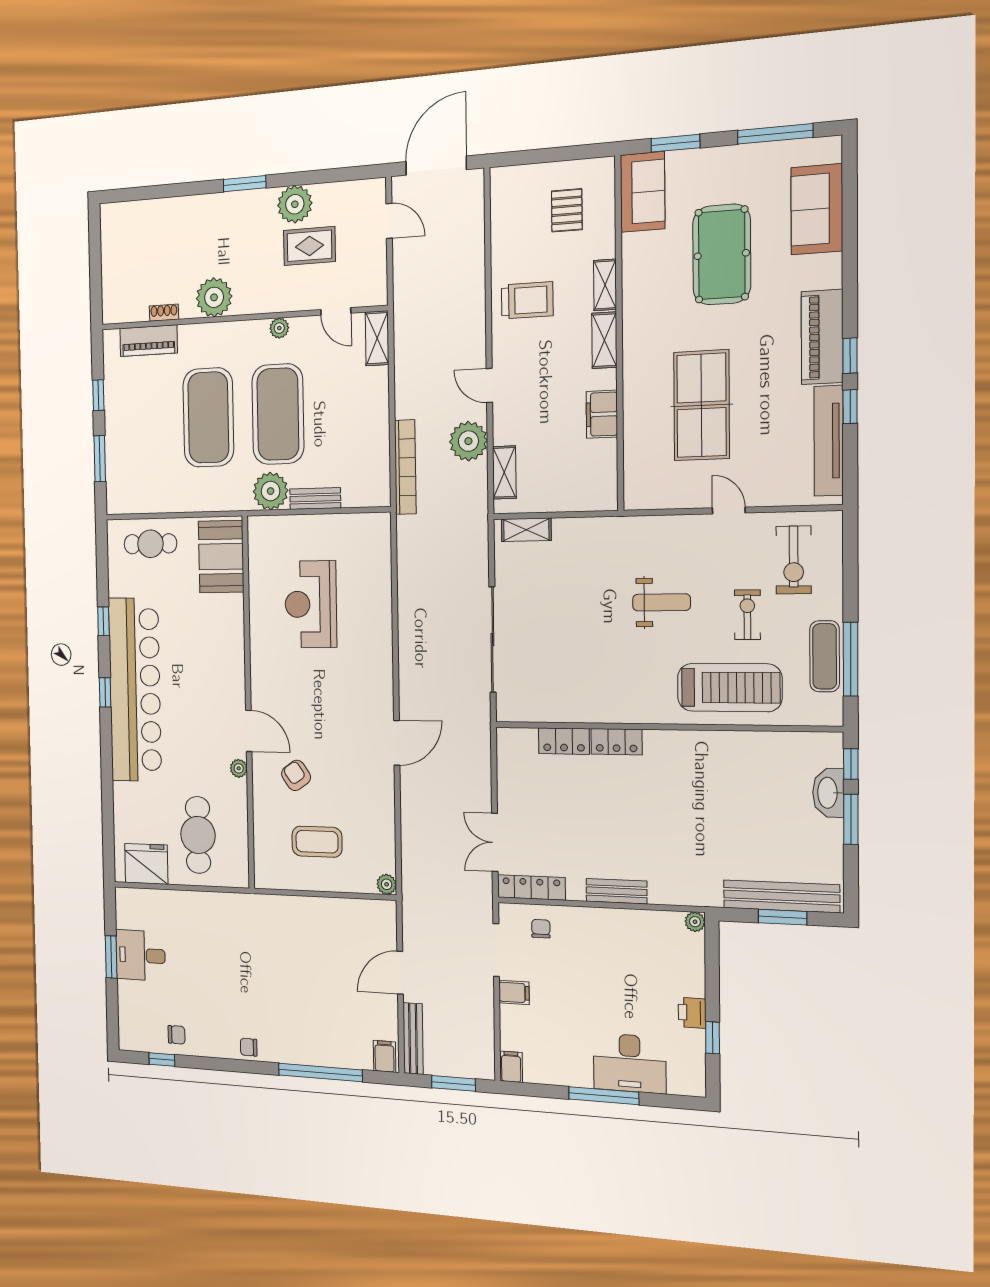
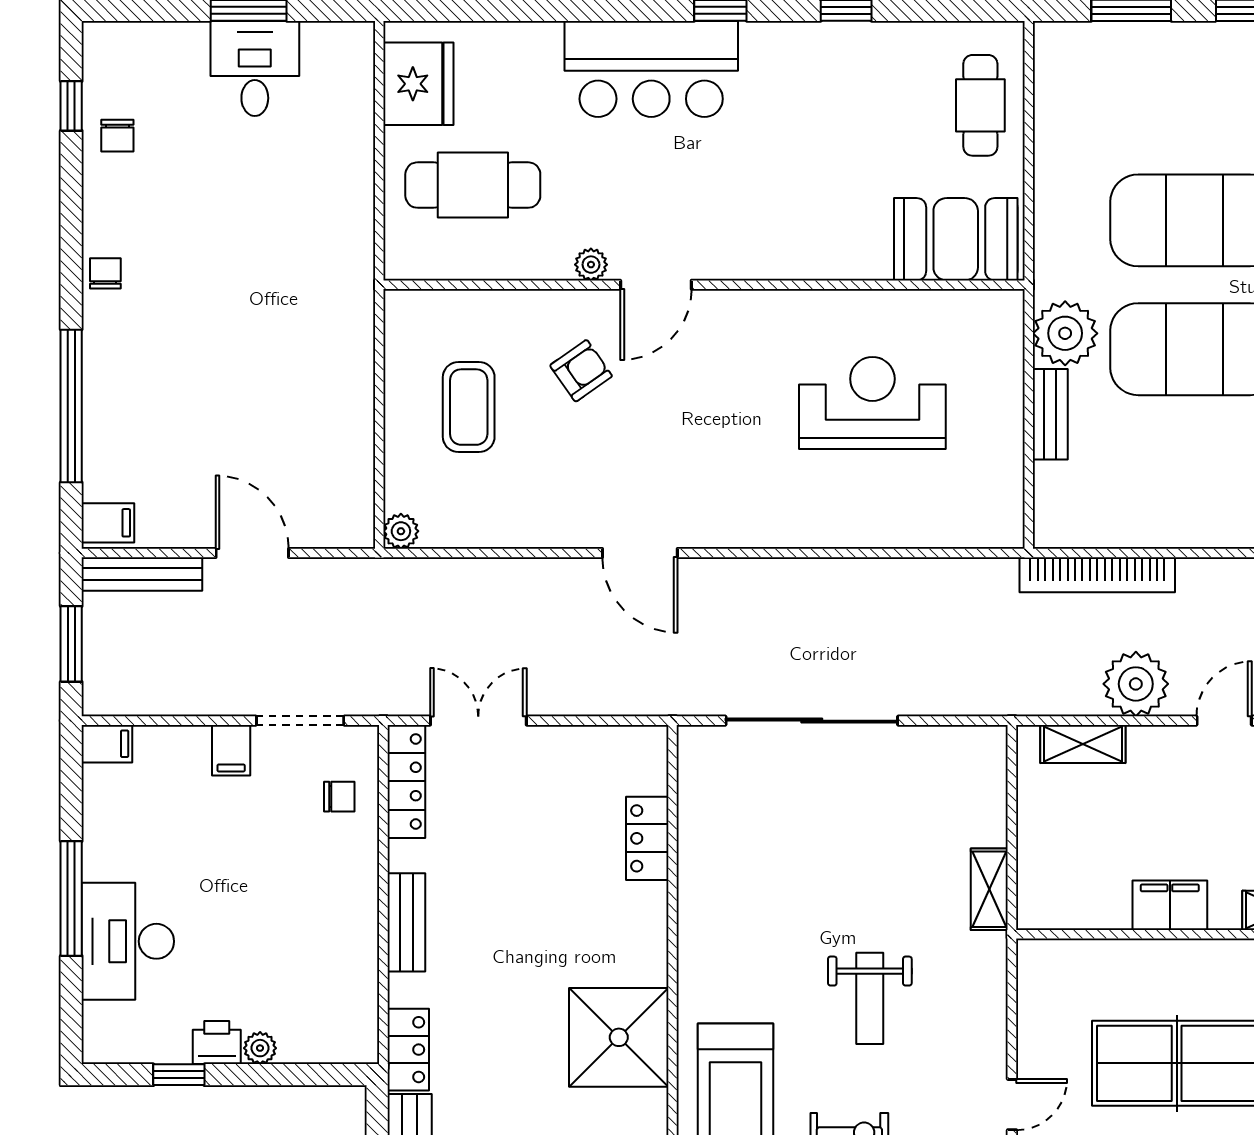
shelving: (526, 530) -> (989, 889), moved
bar counter: (135, 690) -> (651, 69), width x0.54
locker: (616, 742) -> (408, 1050), moved, turned 180
shower: (687, 761) -> (619, 1037), added
plant: (695, 922) -> (260, 1048), moved

